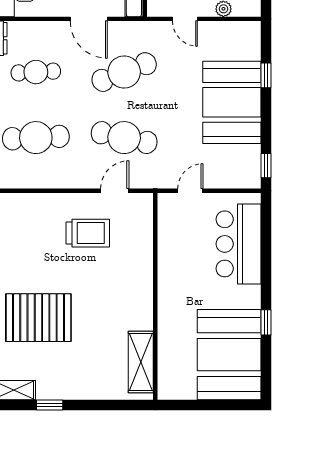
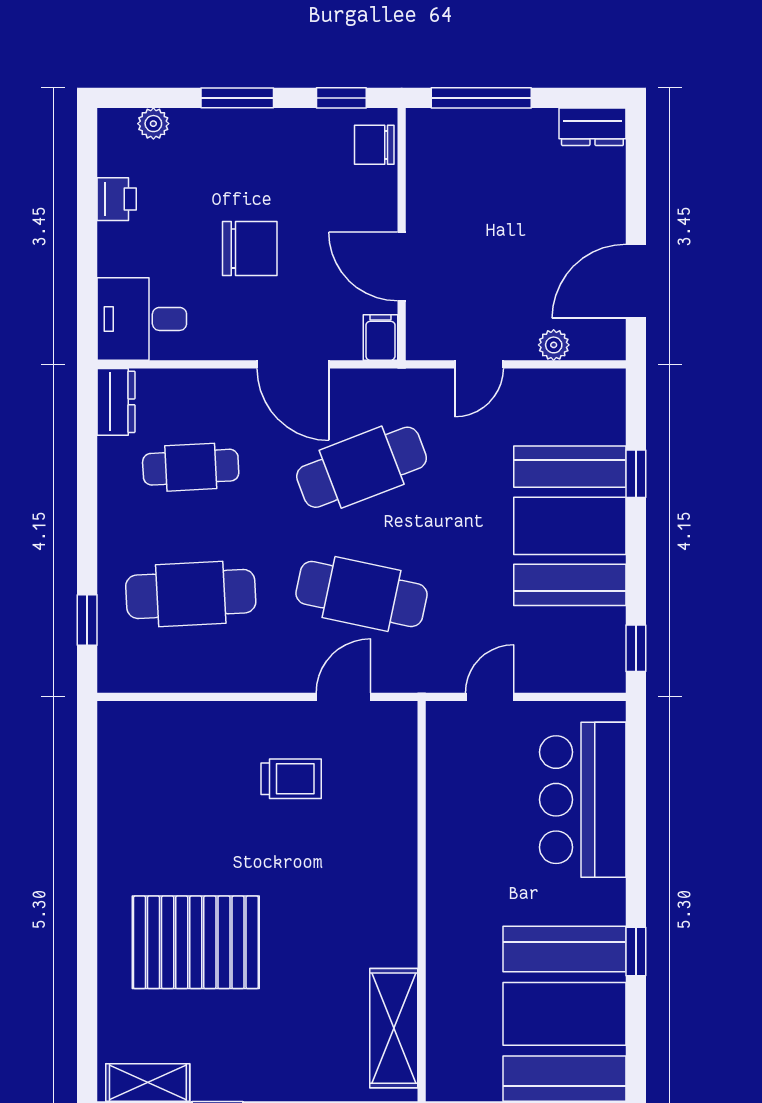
door: (185, 19) -> (479, 364), hinge flipped
trolley: (88, 233) -> (291, 779), width x0.73, depth x0.72

